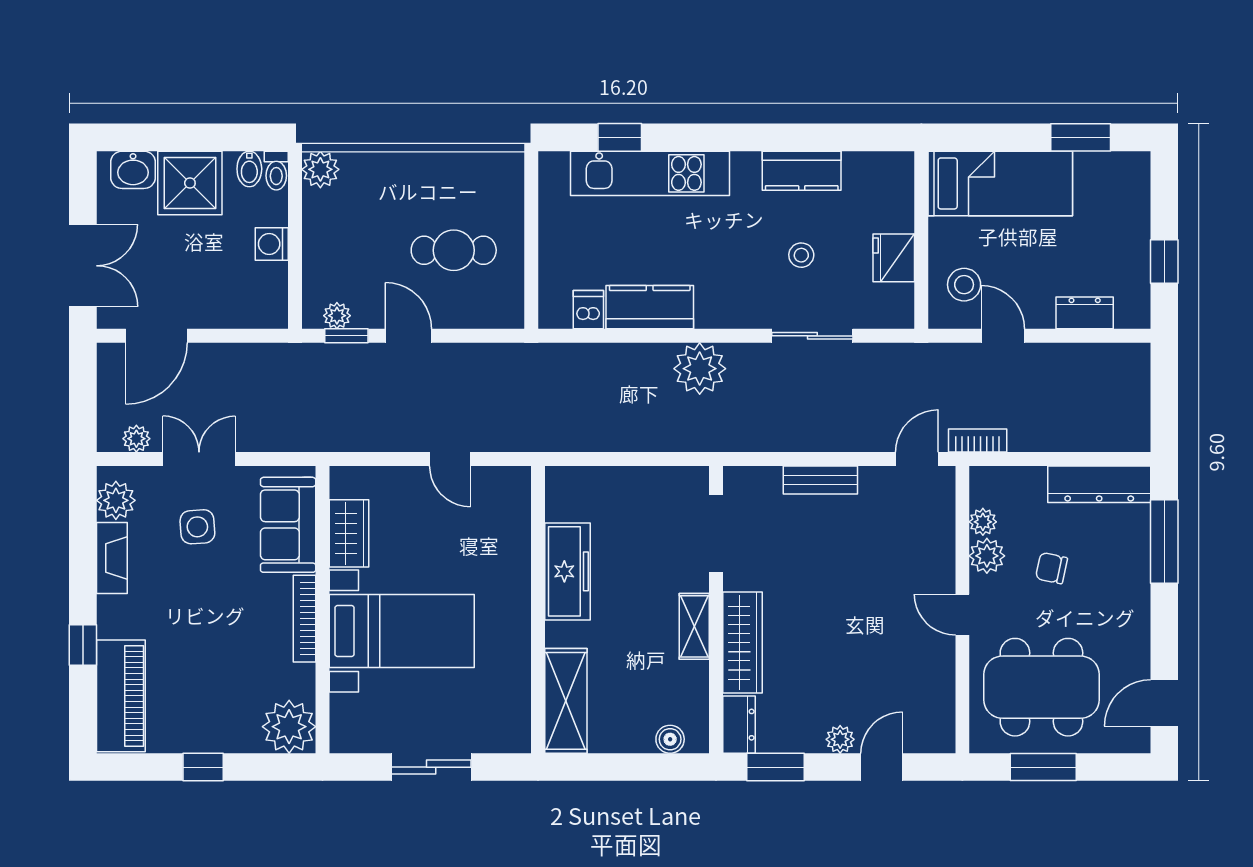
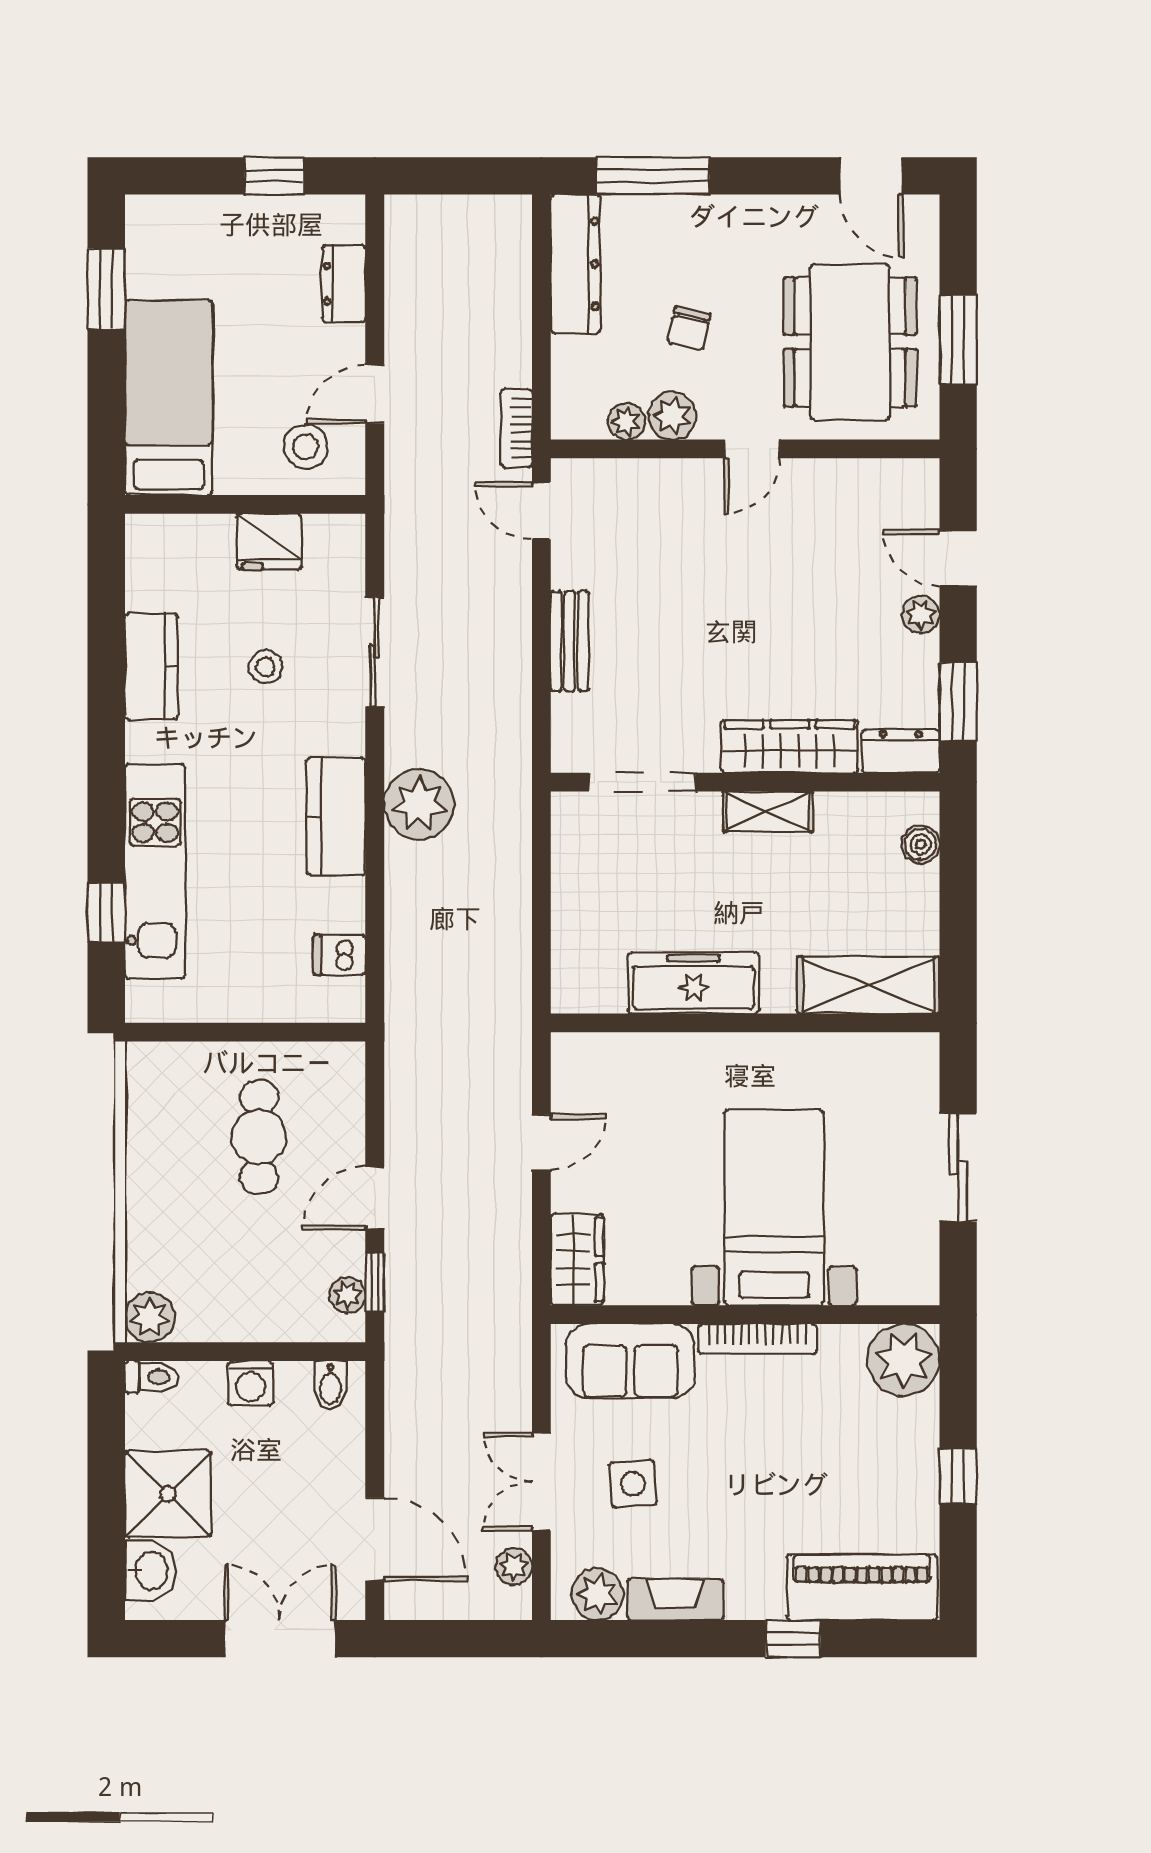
bidet: (249, 169) -> (330, 1385), moved, turned 90
kitchen counter: (650, 307) -> (336, 816), moved
wardrobe: (349, 533) -> (577, 1260), moved, turned 90

